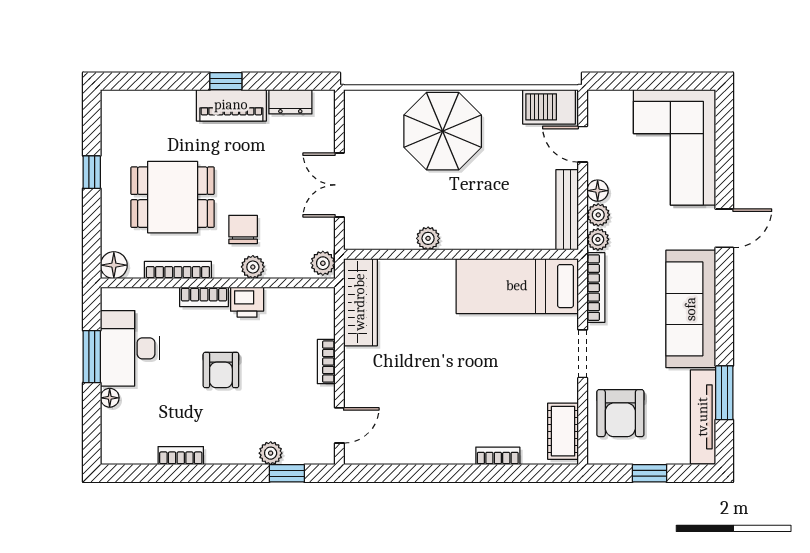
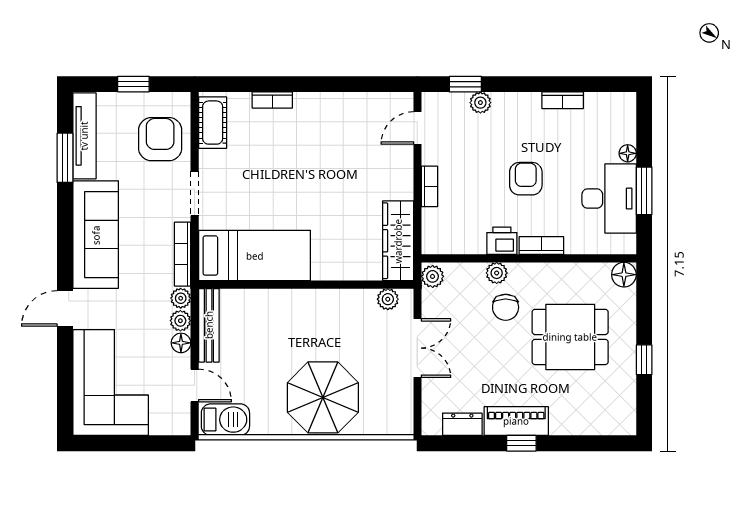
plant: (428, 238) -> (388, 299), moved
bookcase: (178, 270) -> (565, 270), removed

